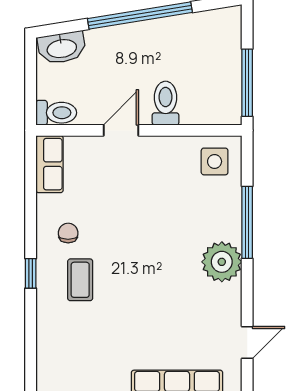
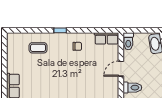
door: (121, 130) -> (121, 69), swing flipped
coffee table: (80, 280) -> (38, 48), moved

